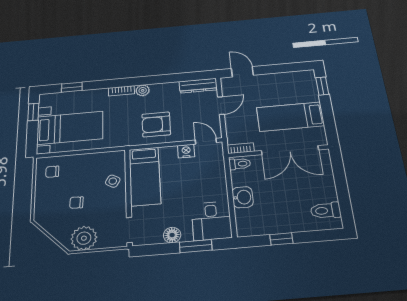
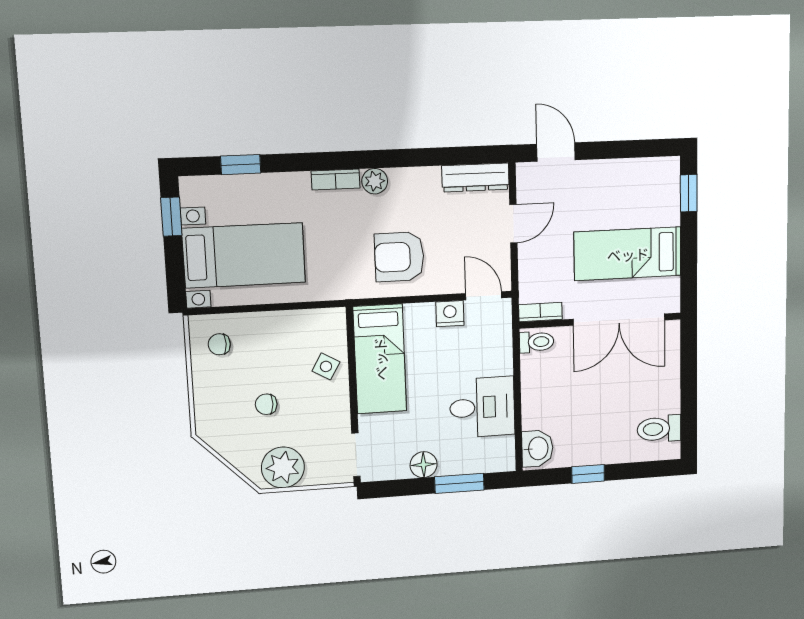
washbasin: (243, 197) -> (537, 448), moved
desk: (212, 221) -> (482, 407), moved, turned -90

